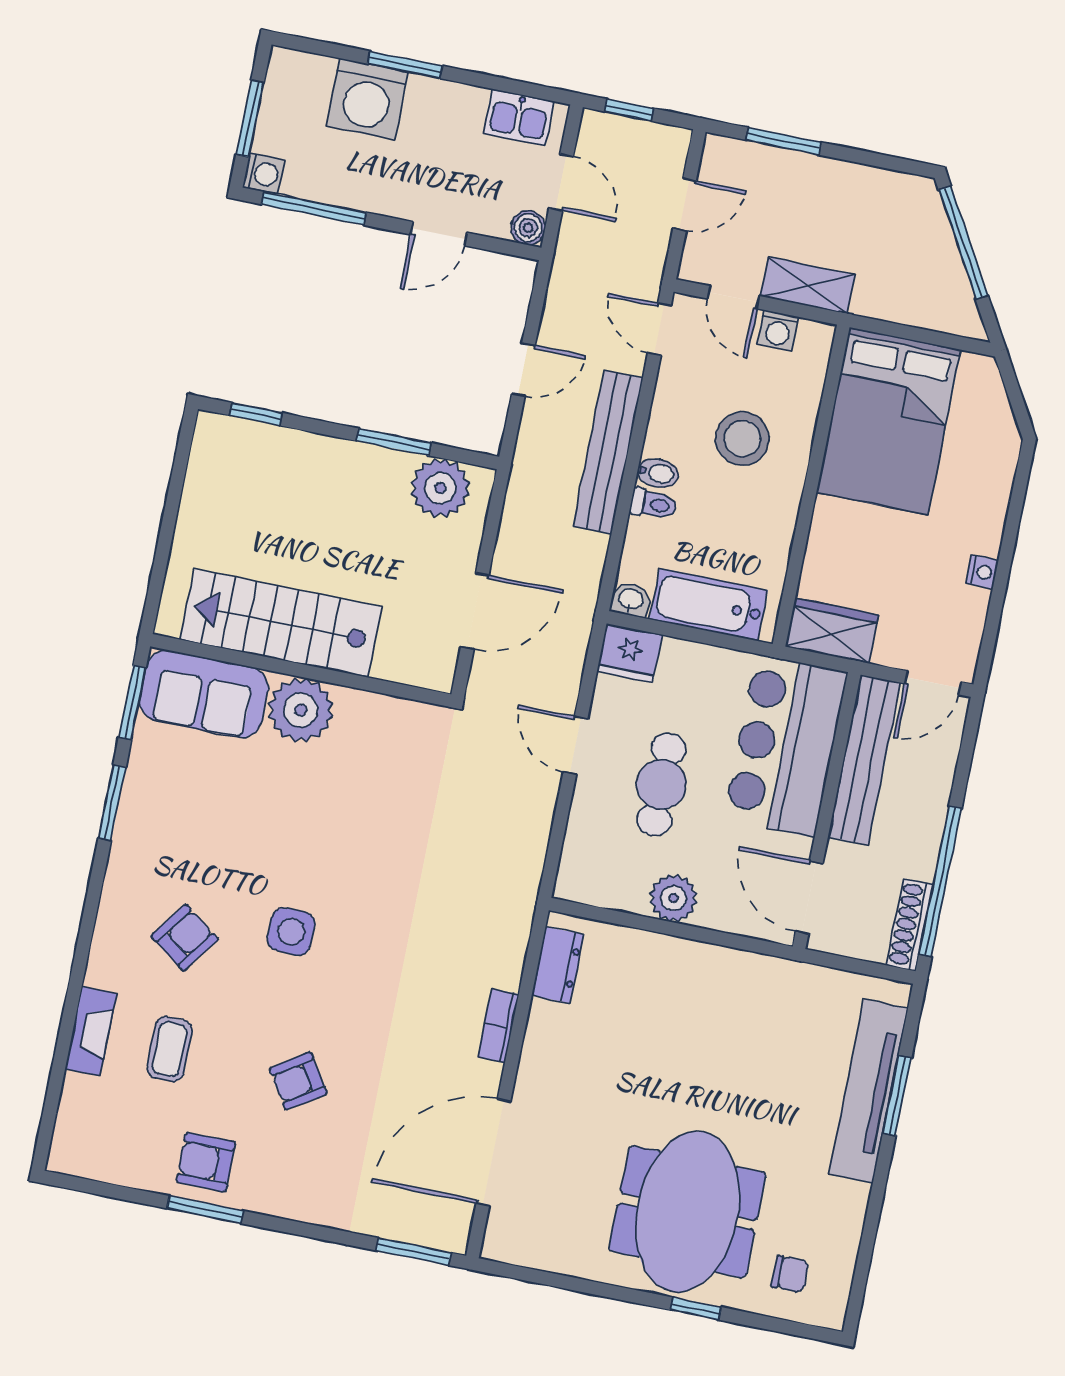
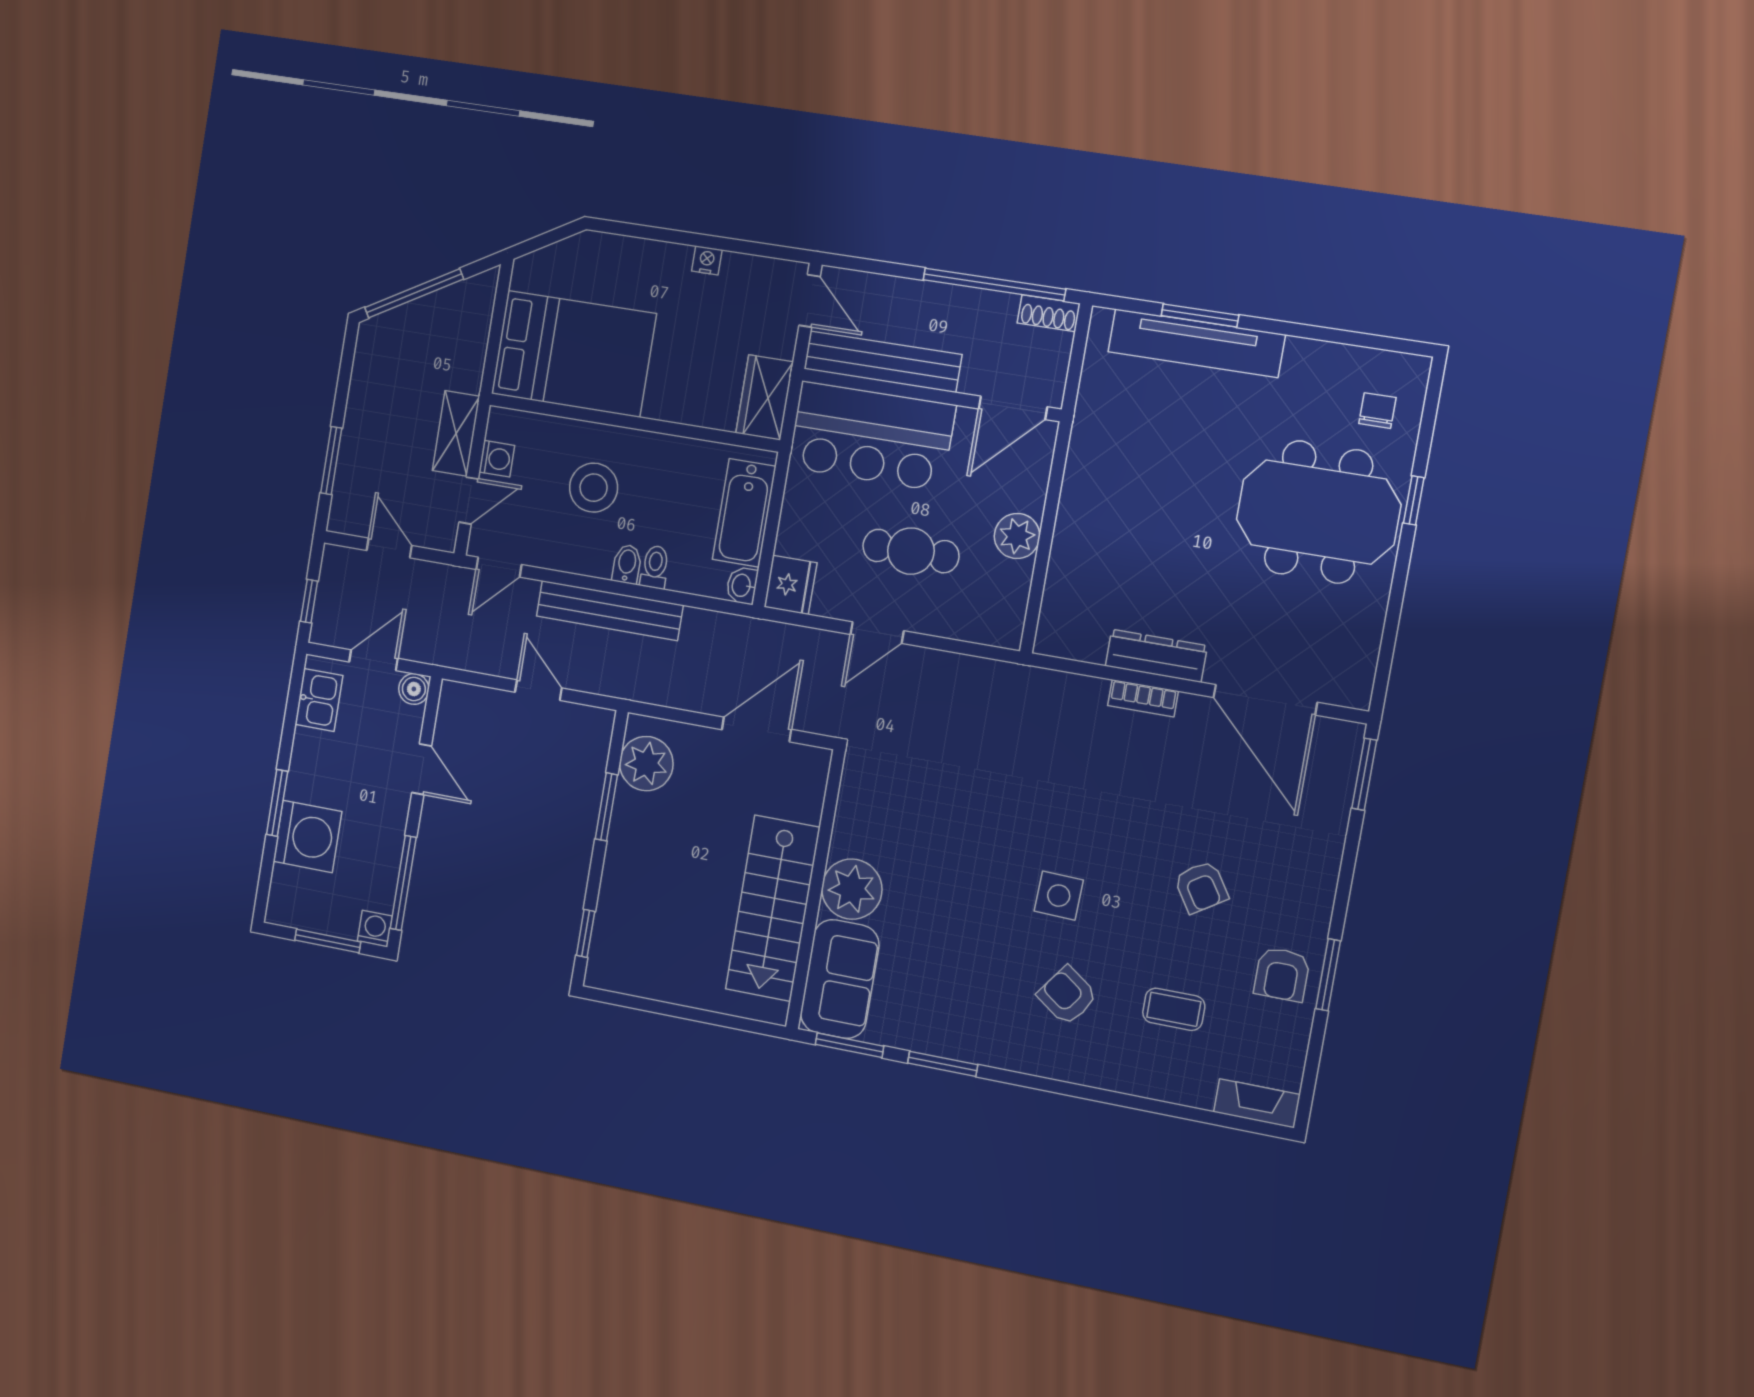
door: (475, 611) -> (757, 729), hinge flipped
shoe rack: (910, 925) -> (1049, 313), width x0.70
dresser: (558, 965) -> (1156, 656), moved, width x1.44
fireplace: (91, 1031) -> (1257, 1103), moved

